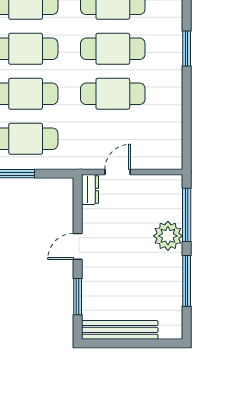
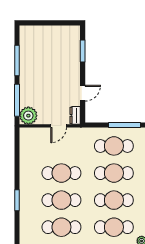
plant: (168, 236) -> (28, 116), moved
door: (78, 246) -> (83, 93), moved
bench: (120, 330) -> (57, 31), removed

